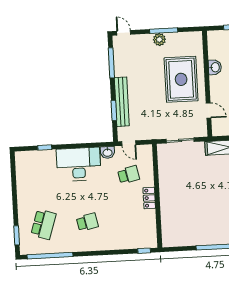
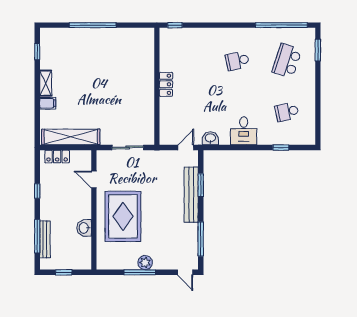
door: (129, 143) -> (186, 147), hinge flipped
desk: (79, 164) -> (244, 131), width x0.53, depth x0.77
school desk: (129, 175) -> (287, 112), moved

